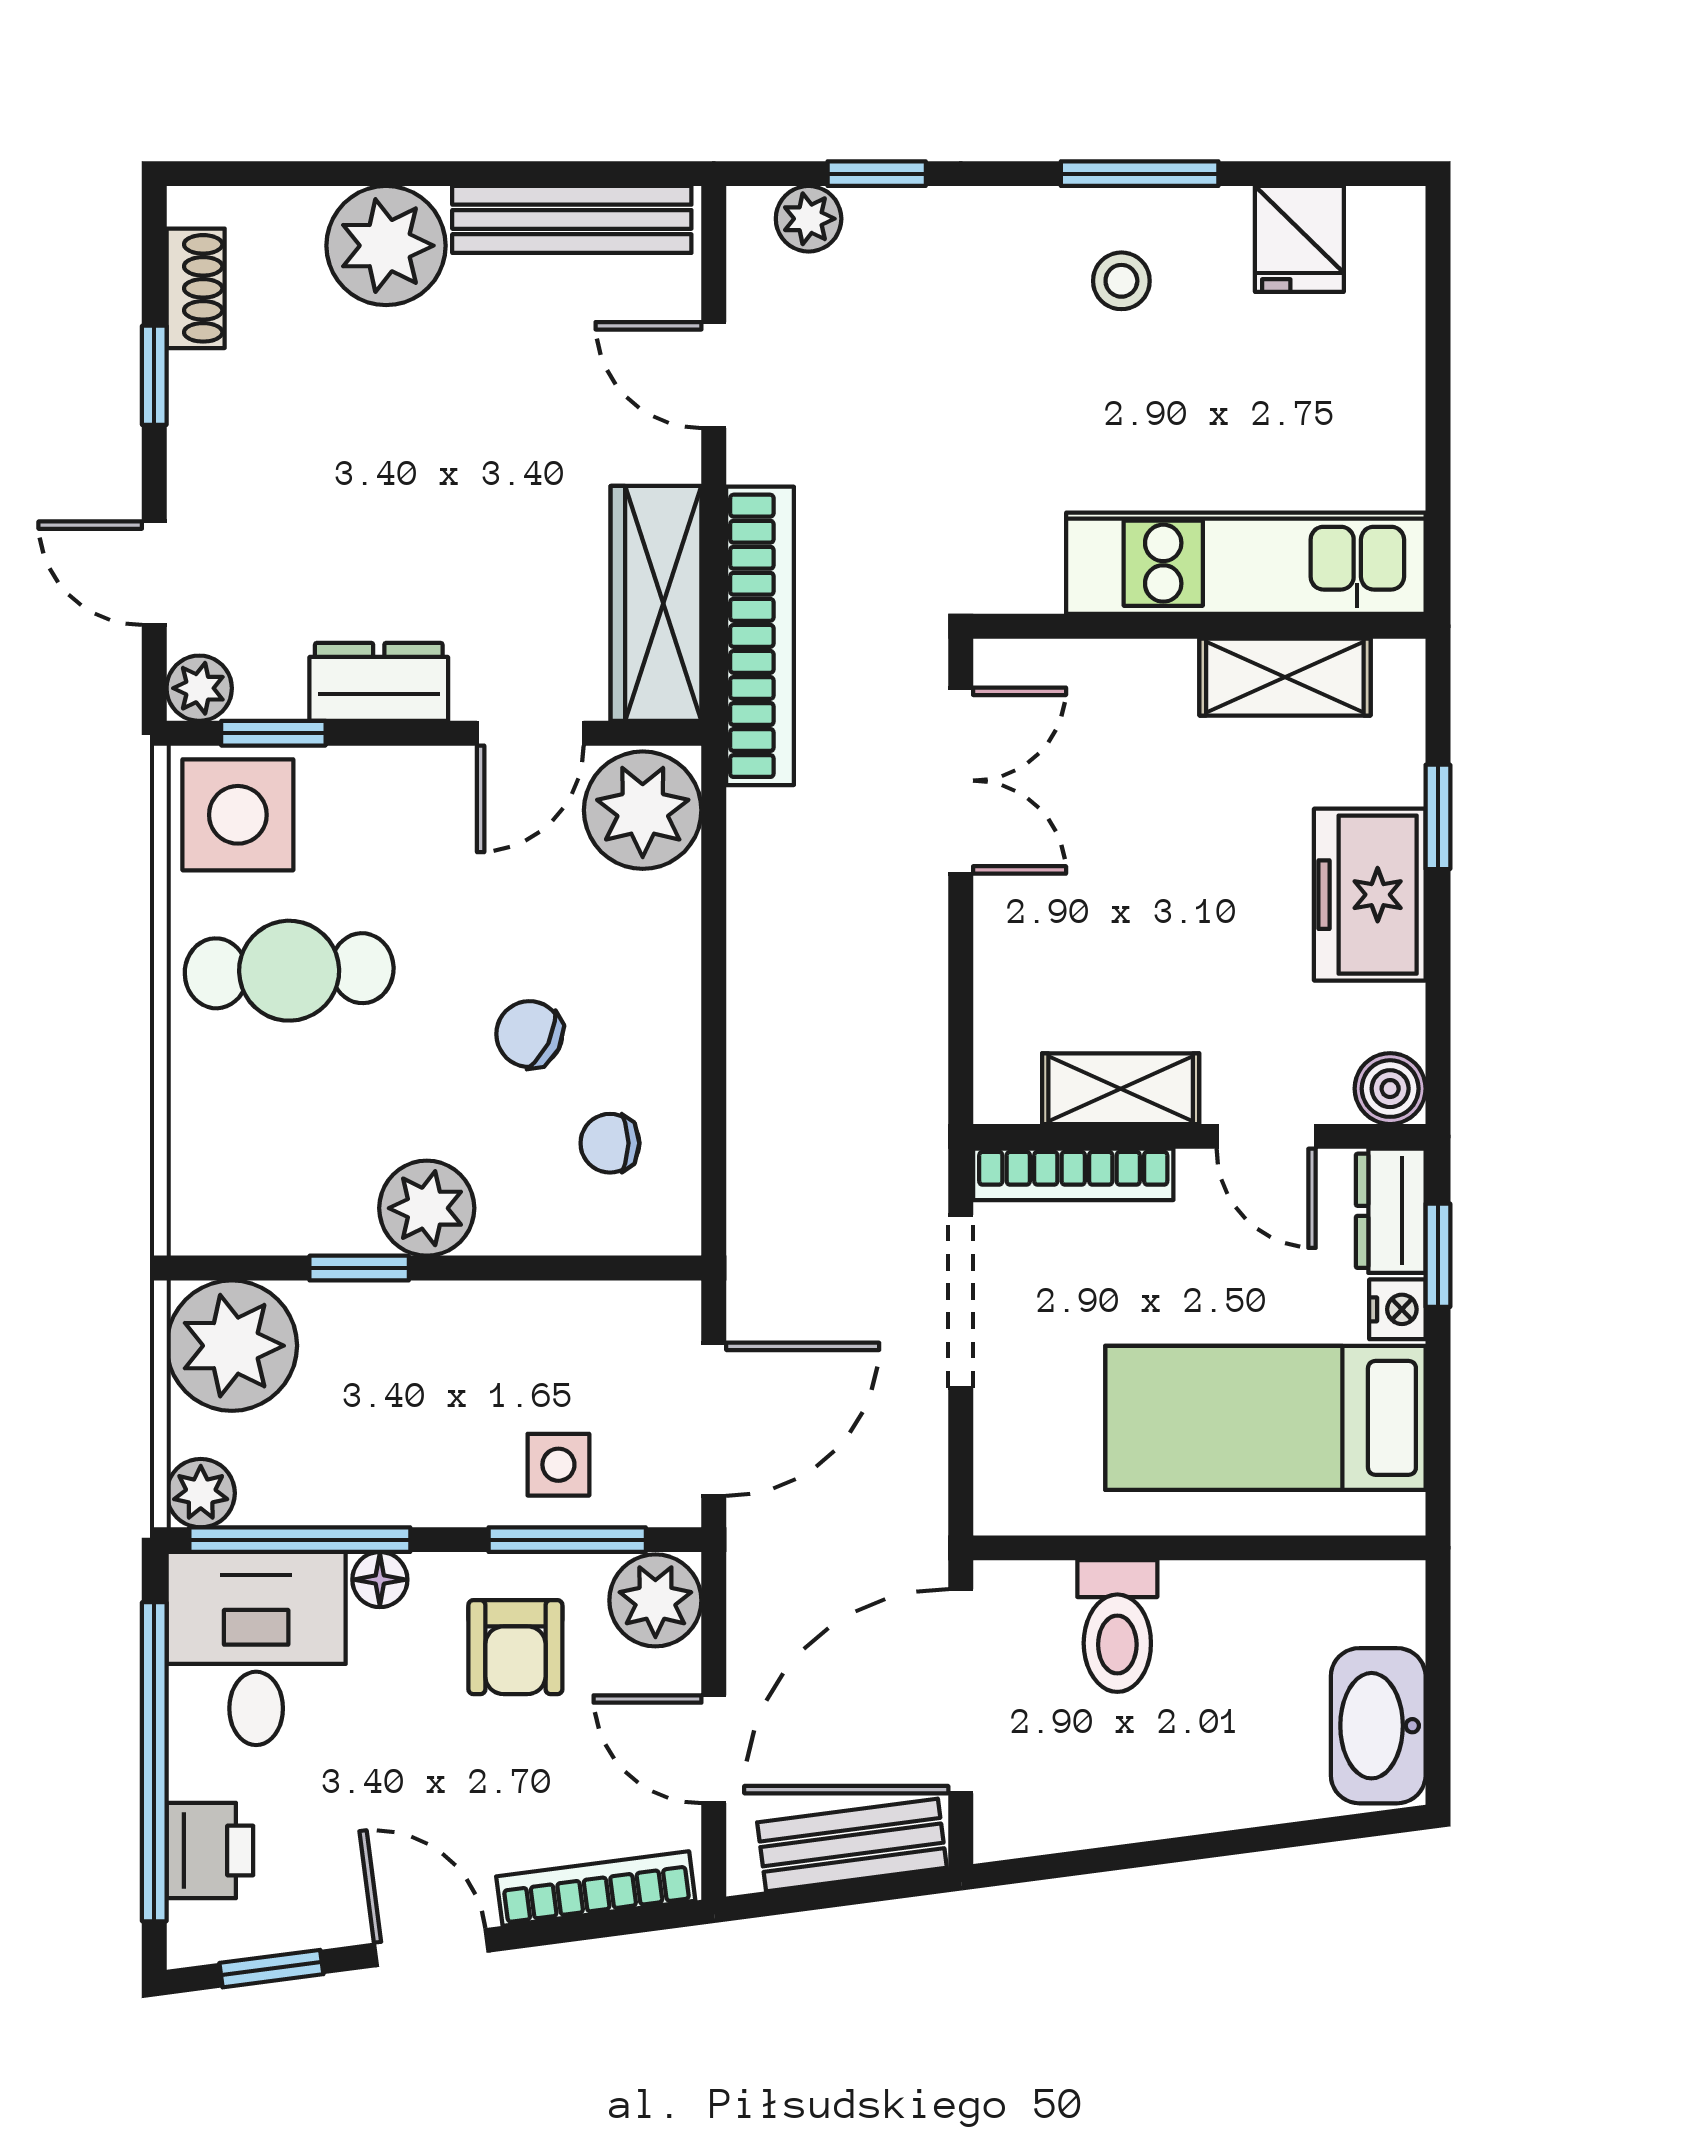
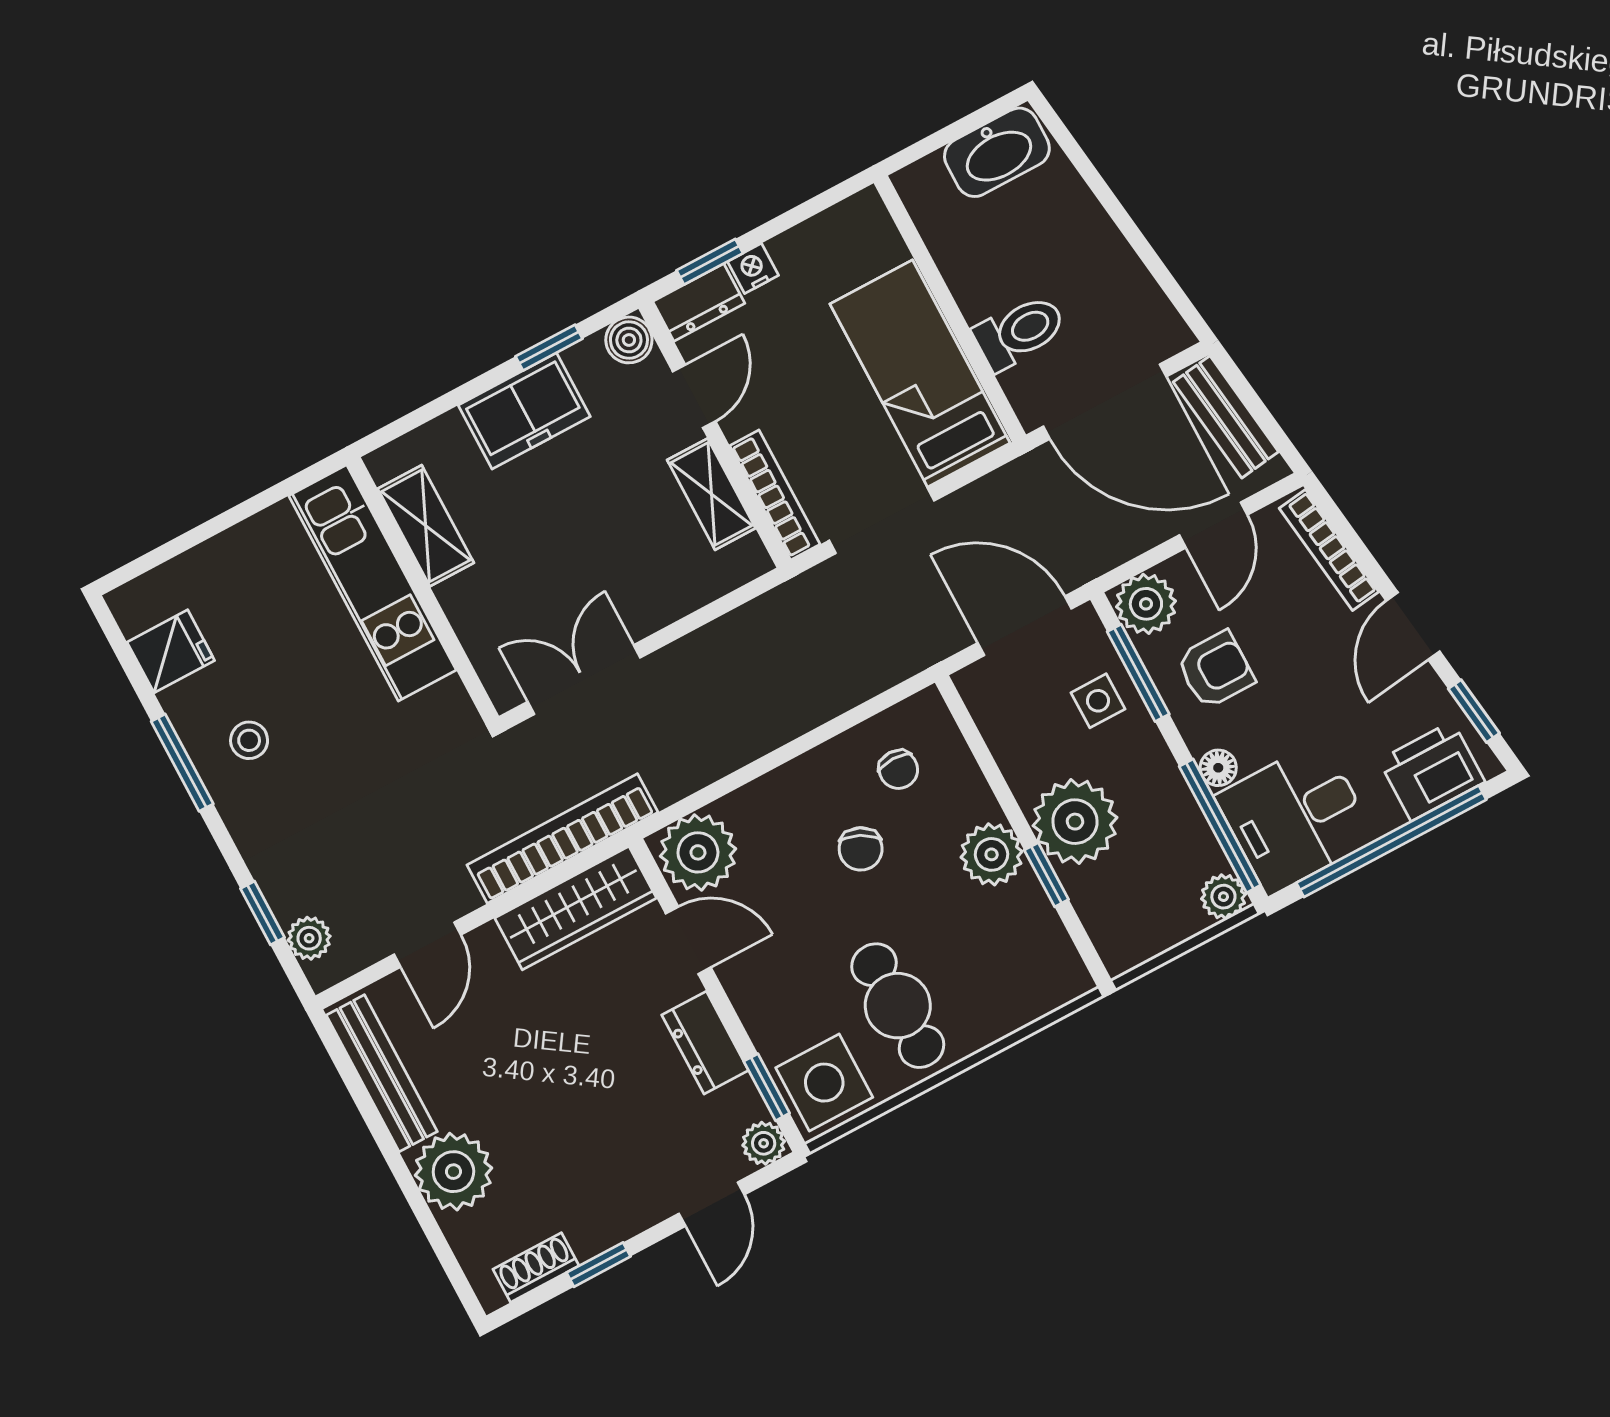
window: (1438, 817) -> (549, 348), moved
plant: (232, 1346) -> (1075, 822), moved
bed: (1265, 1418) -> (920, 373), moved, turned 180
printer: (210, 1850) -> (1432, 771), width x1.36, depth x1.24

